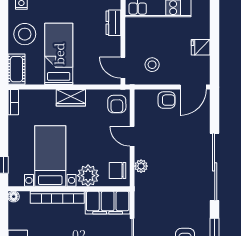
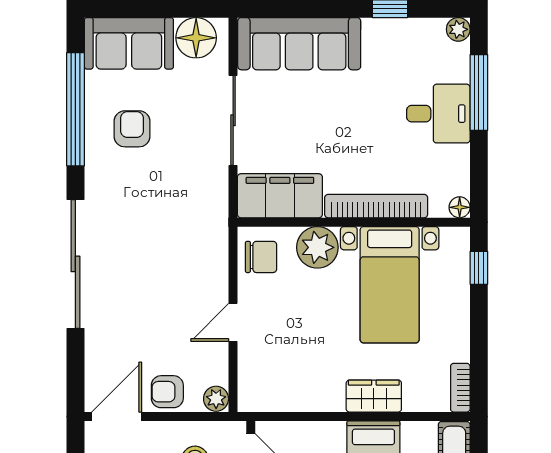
wardrobe: (71, 98) -> (374, 396), moved
armchair: (117, 104) -> (262, 384), removed
door: (132, 136) -> (233, 322), swing flipped
plant: (141, 166) -> (216, 399), moved

